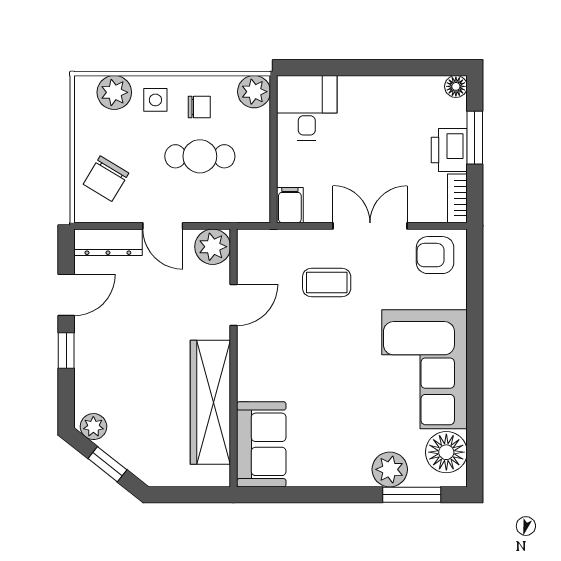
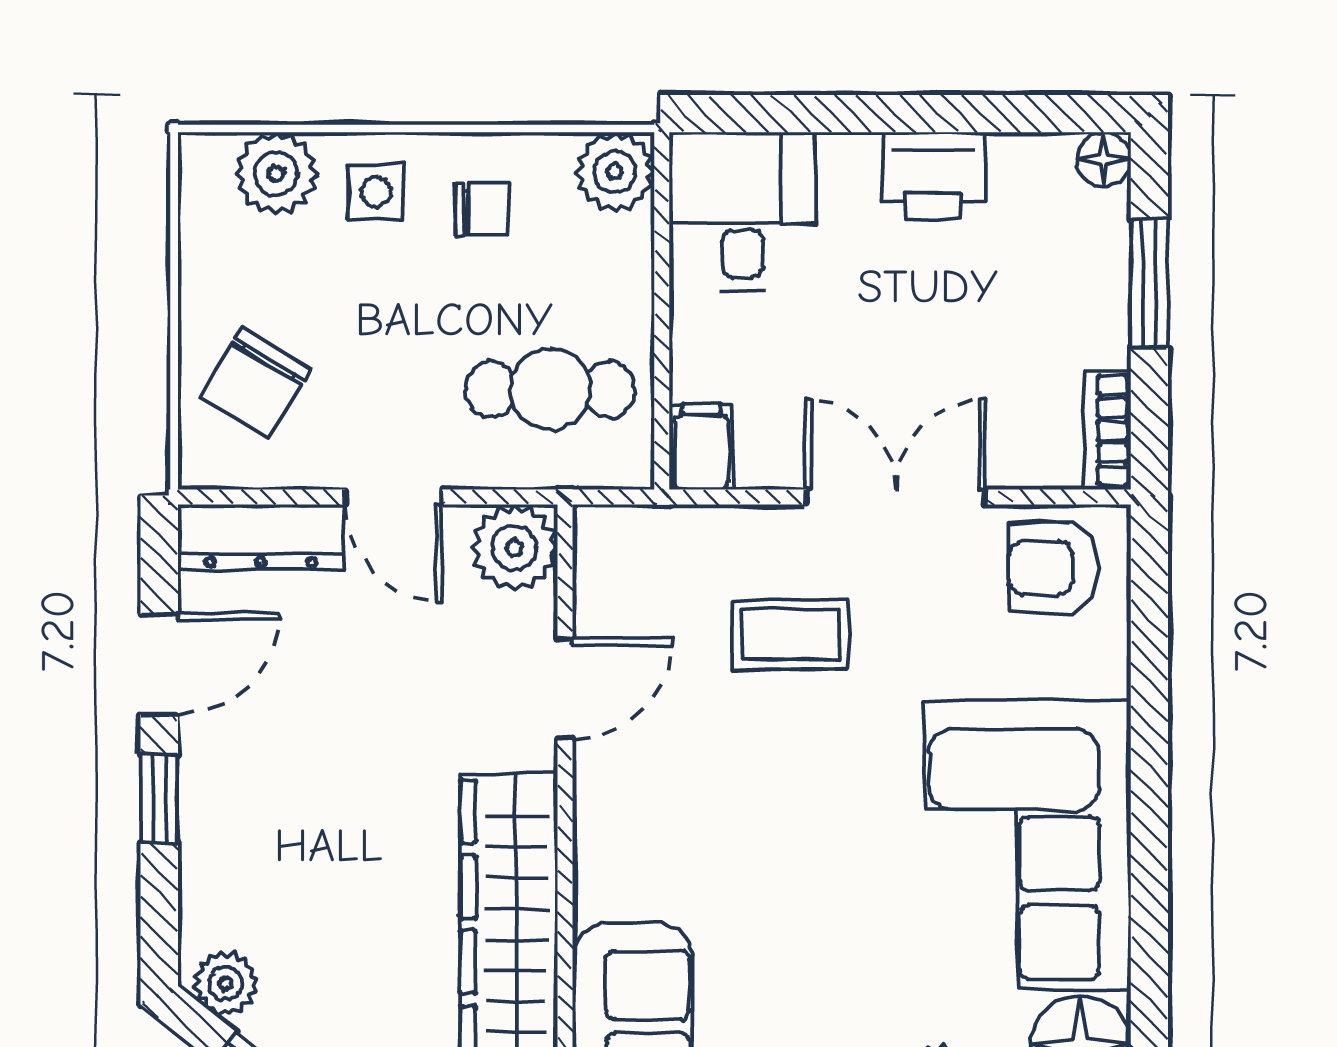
printer: (449, 150) -> (934, 175), moved, turned -90
cafe table: (200, 156) -> (550, 389), moved

